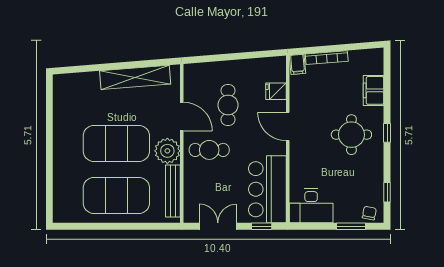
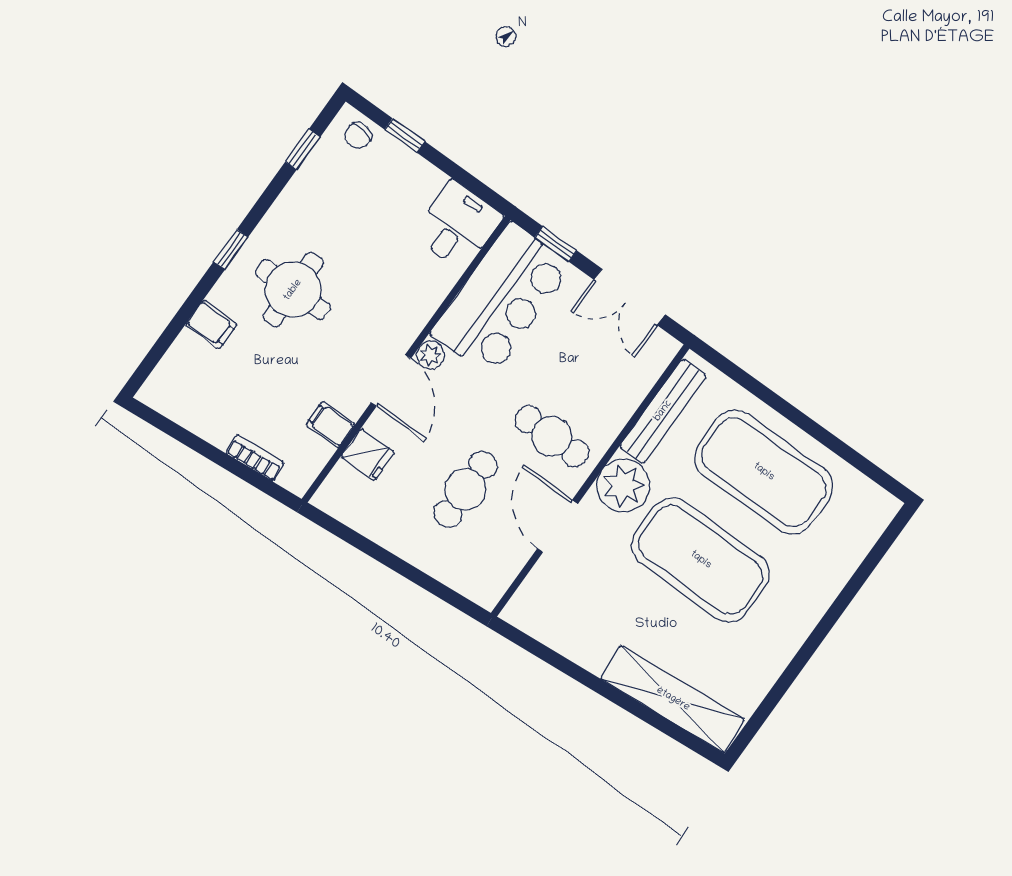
bookcase: (327, 58) -> (255, 458), width x0.64
filing cabinet: (298, 64) -> (330, 424), moved, turned -85
shelving: (135, 77) -> (673, 699), moved
filing cabinet: (374, 90) -> (211, 325), width x0.50
plant: (279, 148) -> (430, 355), added
desk: (311, 206) -> (457, 226), width x0.73
window: (351, 226) -> (405, 136), width x0.67

